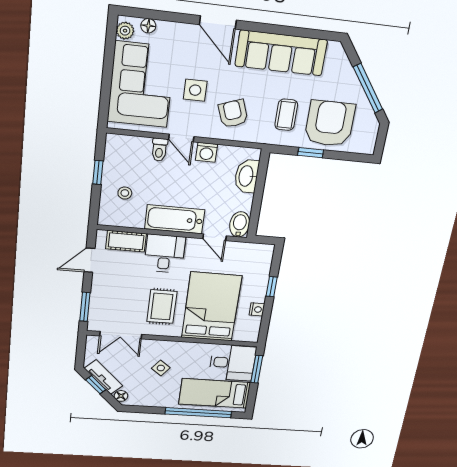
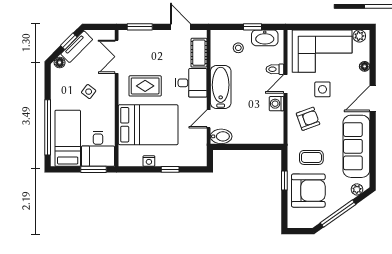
floor lamp: (148, 26) -> (365, 66), moved
plant: (341, 59) -> (357, 189), added
washbasin: (247, 176) -> (265, 38), moved, turned 180

